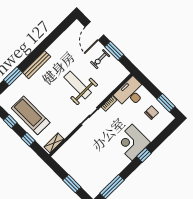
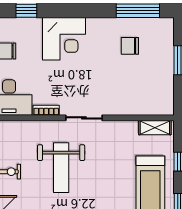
window: (144, 155) -> (26, 11), moved
chair: (100, 168) -> (130, 46), added

